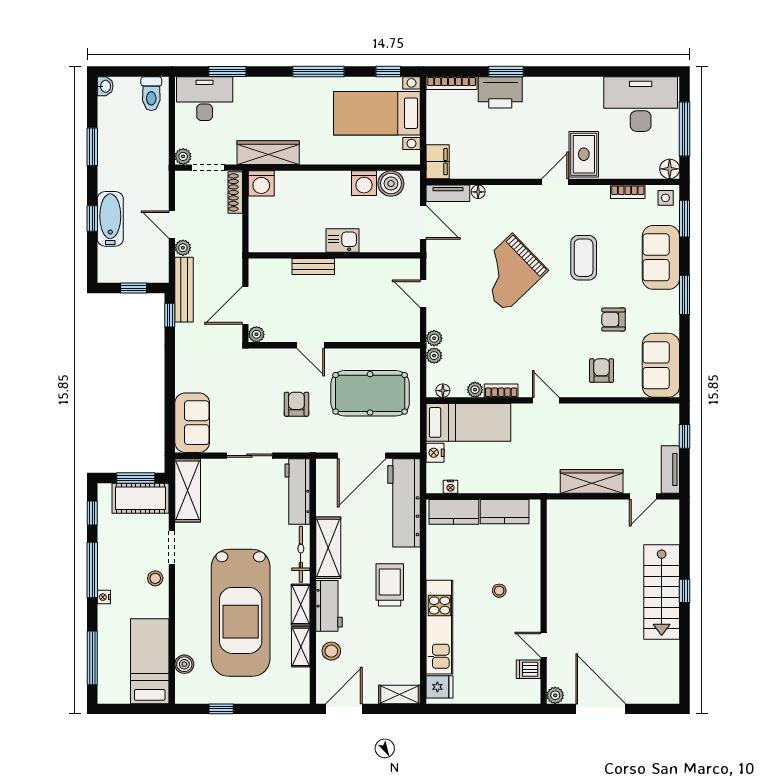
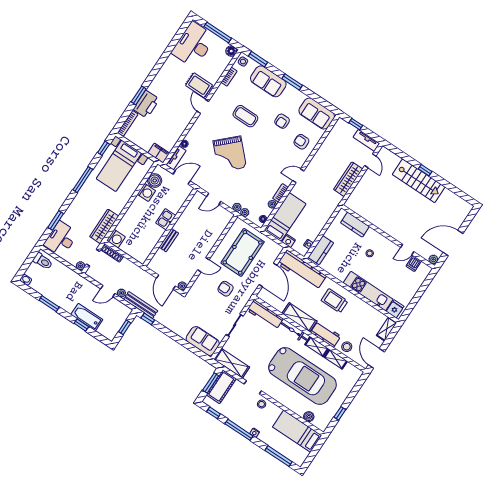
kitchen counter: (505, 512) -> (355, 225), moved, turned 90

